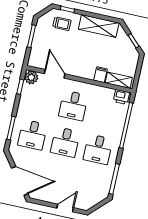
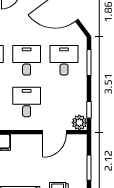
door: (55, 74) -> (55, 132), hinge flipped

